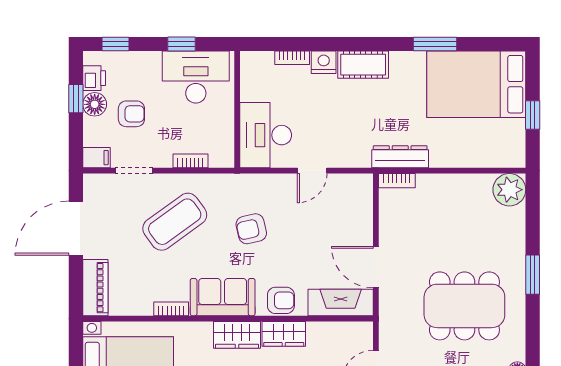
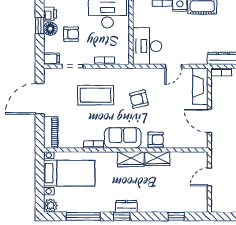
coffee table: (175, 222) -> (96, 95), turned 36
fireplace: (341, 302) -> (200, 86), moved, turned -90

